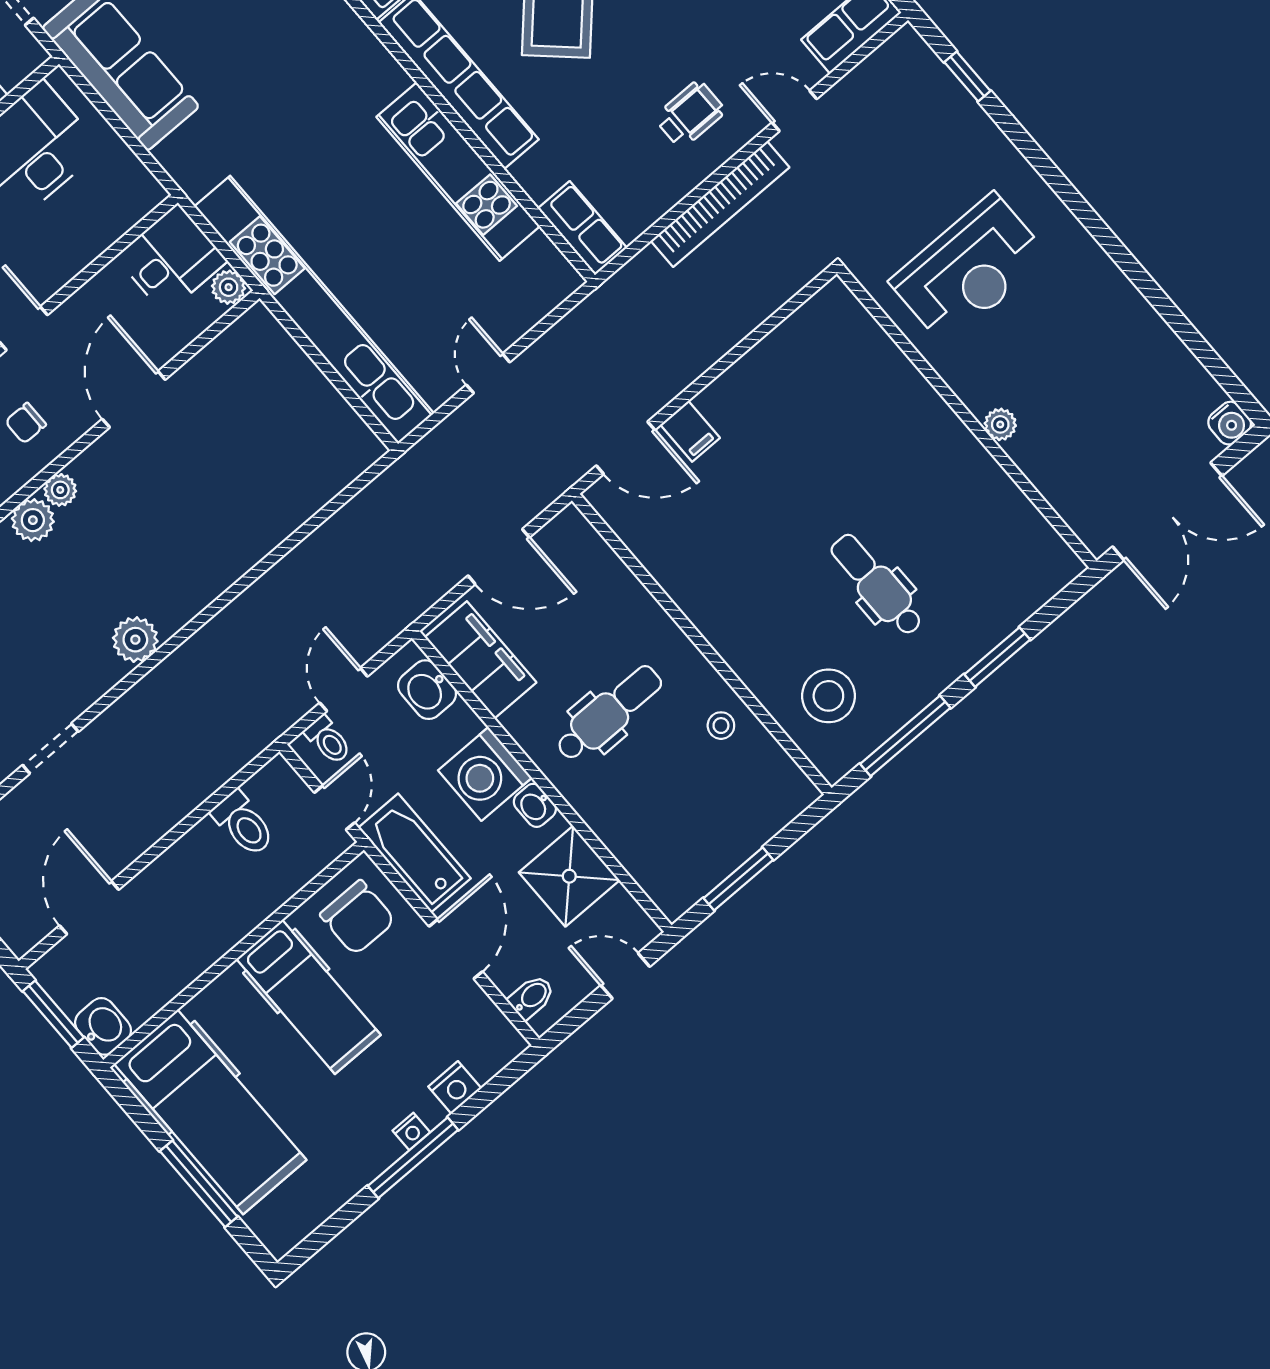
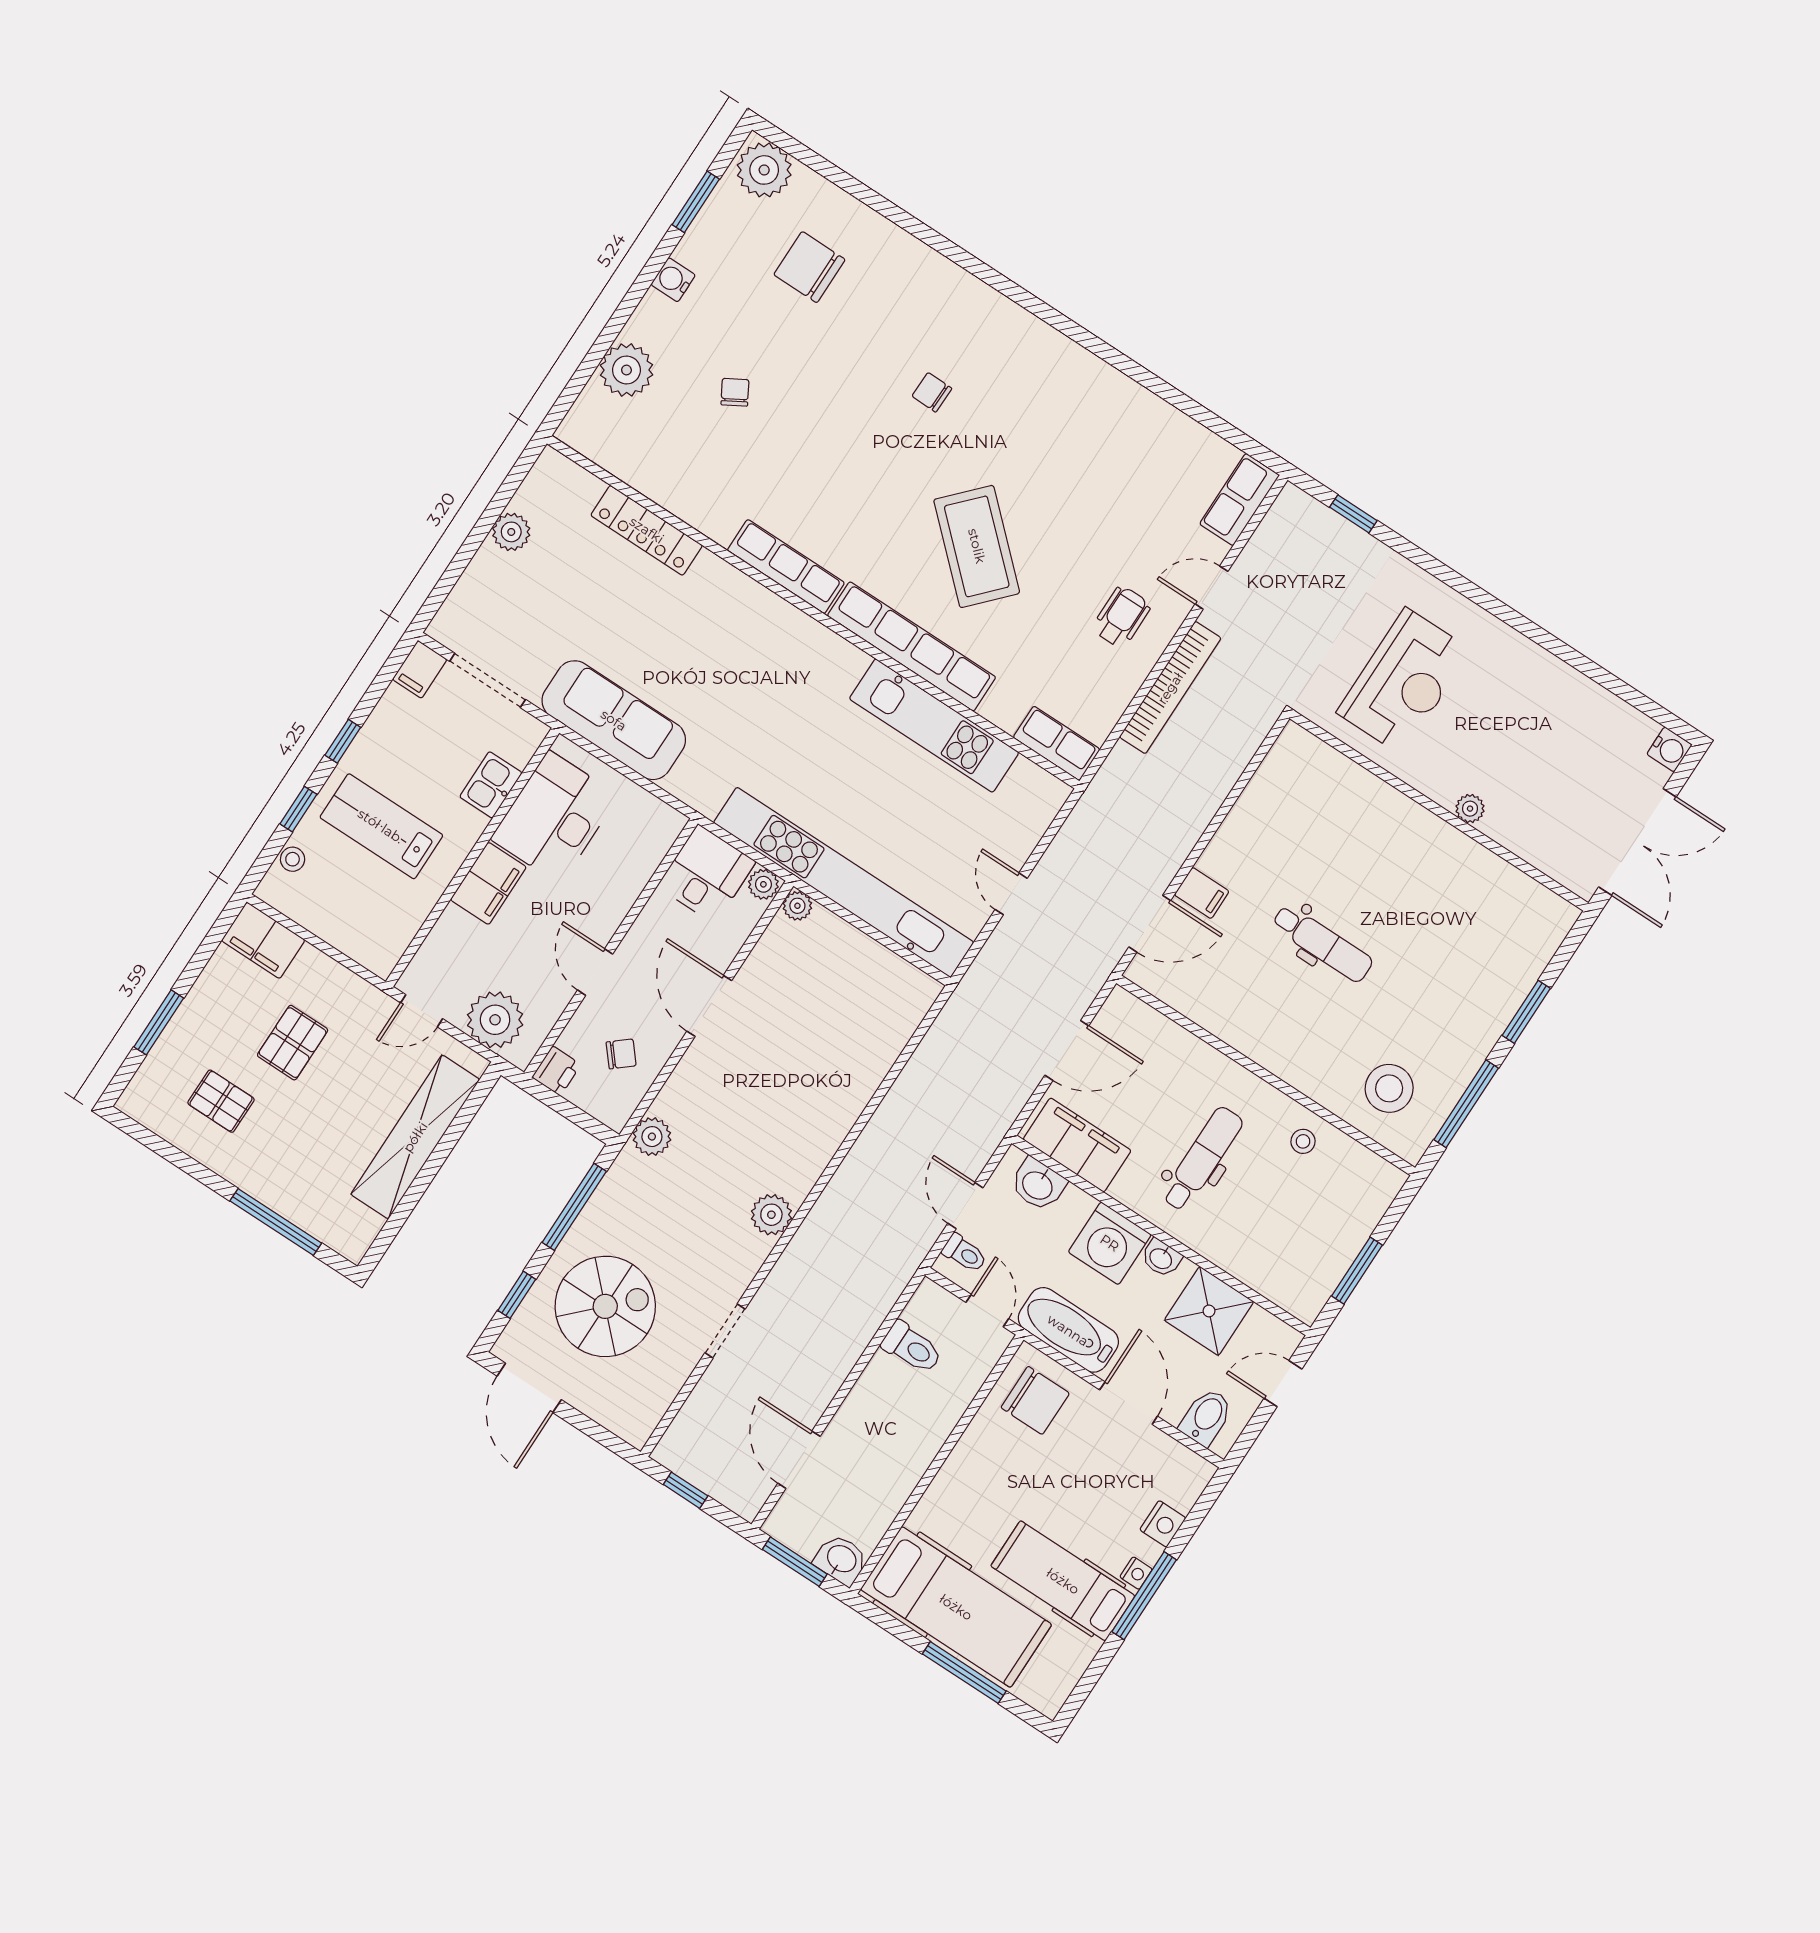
chair: (26, 423) -> (621, 1054), turned -130
plant: (60, 490) -> (797, 906), moved
dental chair: (877, 585) -> (1322, 943), moved, turned 180
hospital bed: (308, 997) -> (1063, 1581), moved, turned 180
bidet: (531, 997) -> (1206, 1417), width x1.38, depth x1.36

